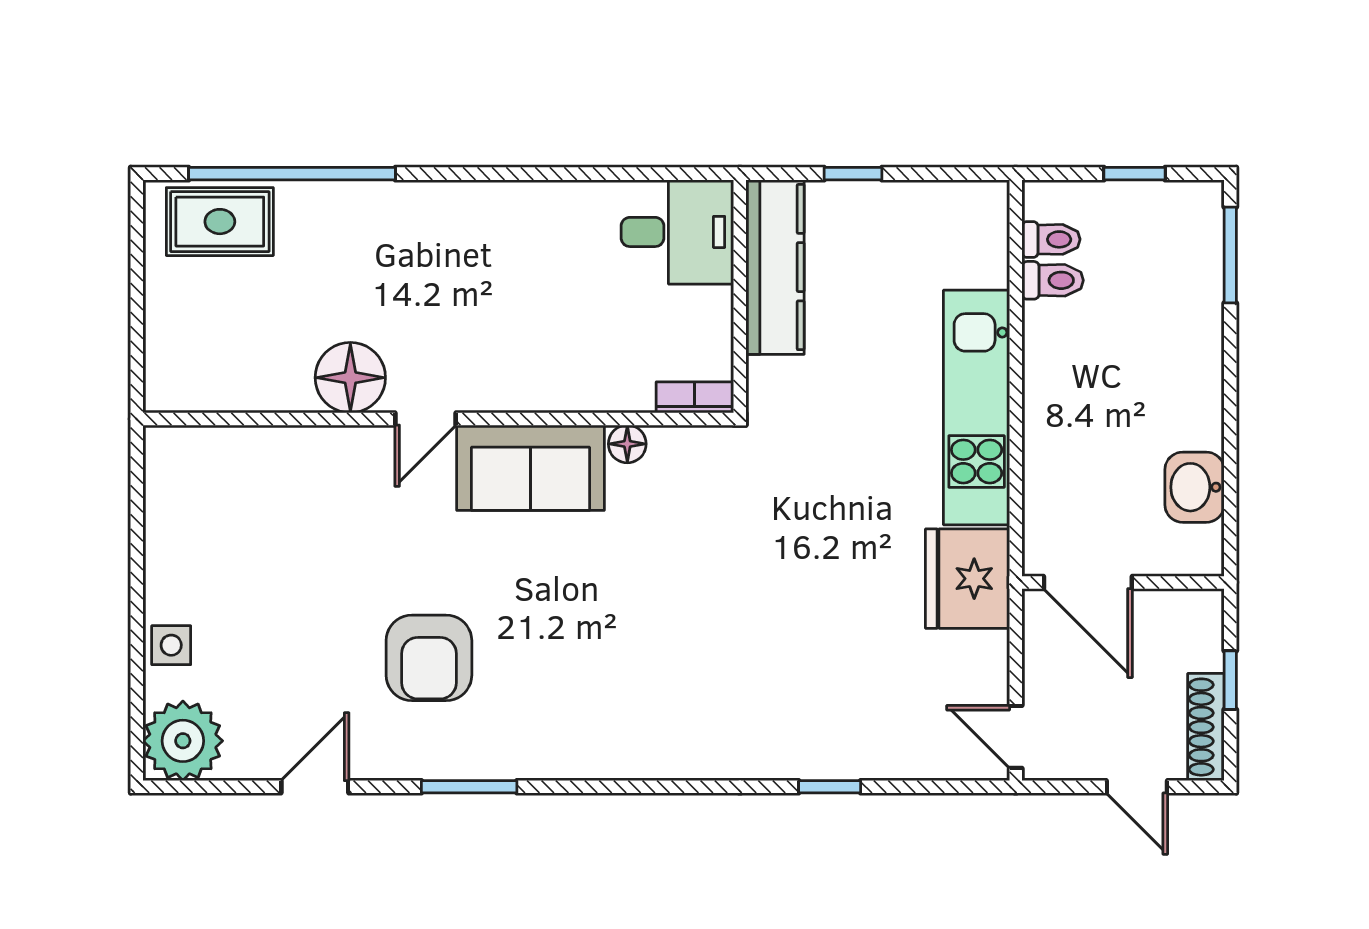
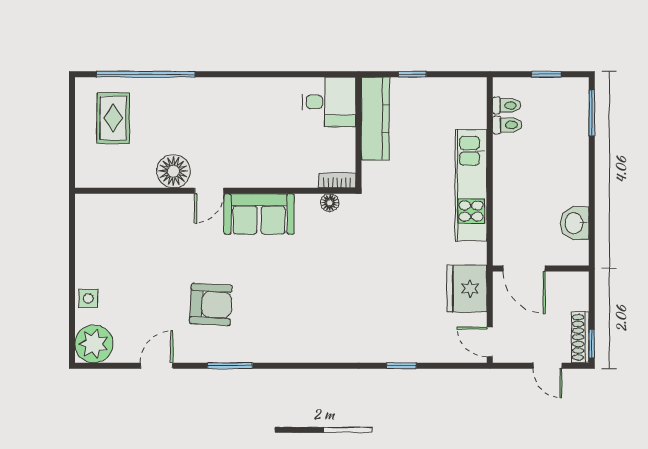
rug: (220, 222) -> (113, 118), moved, turned 90
floor lamp: (627, 444) -> (330, 203), moved
fridge: (968, 579) -> (467, 289), moved
armchair: (429, 658) -> (211, 304), turned -87
window: (1230, 680) -> (592, 344), moved

